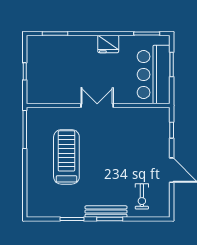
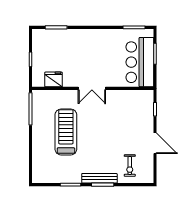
fridge: (108, 44) -> (53, 79), moved, turned 180
double door: (97, 105) -> (92, 88), swing flipped

